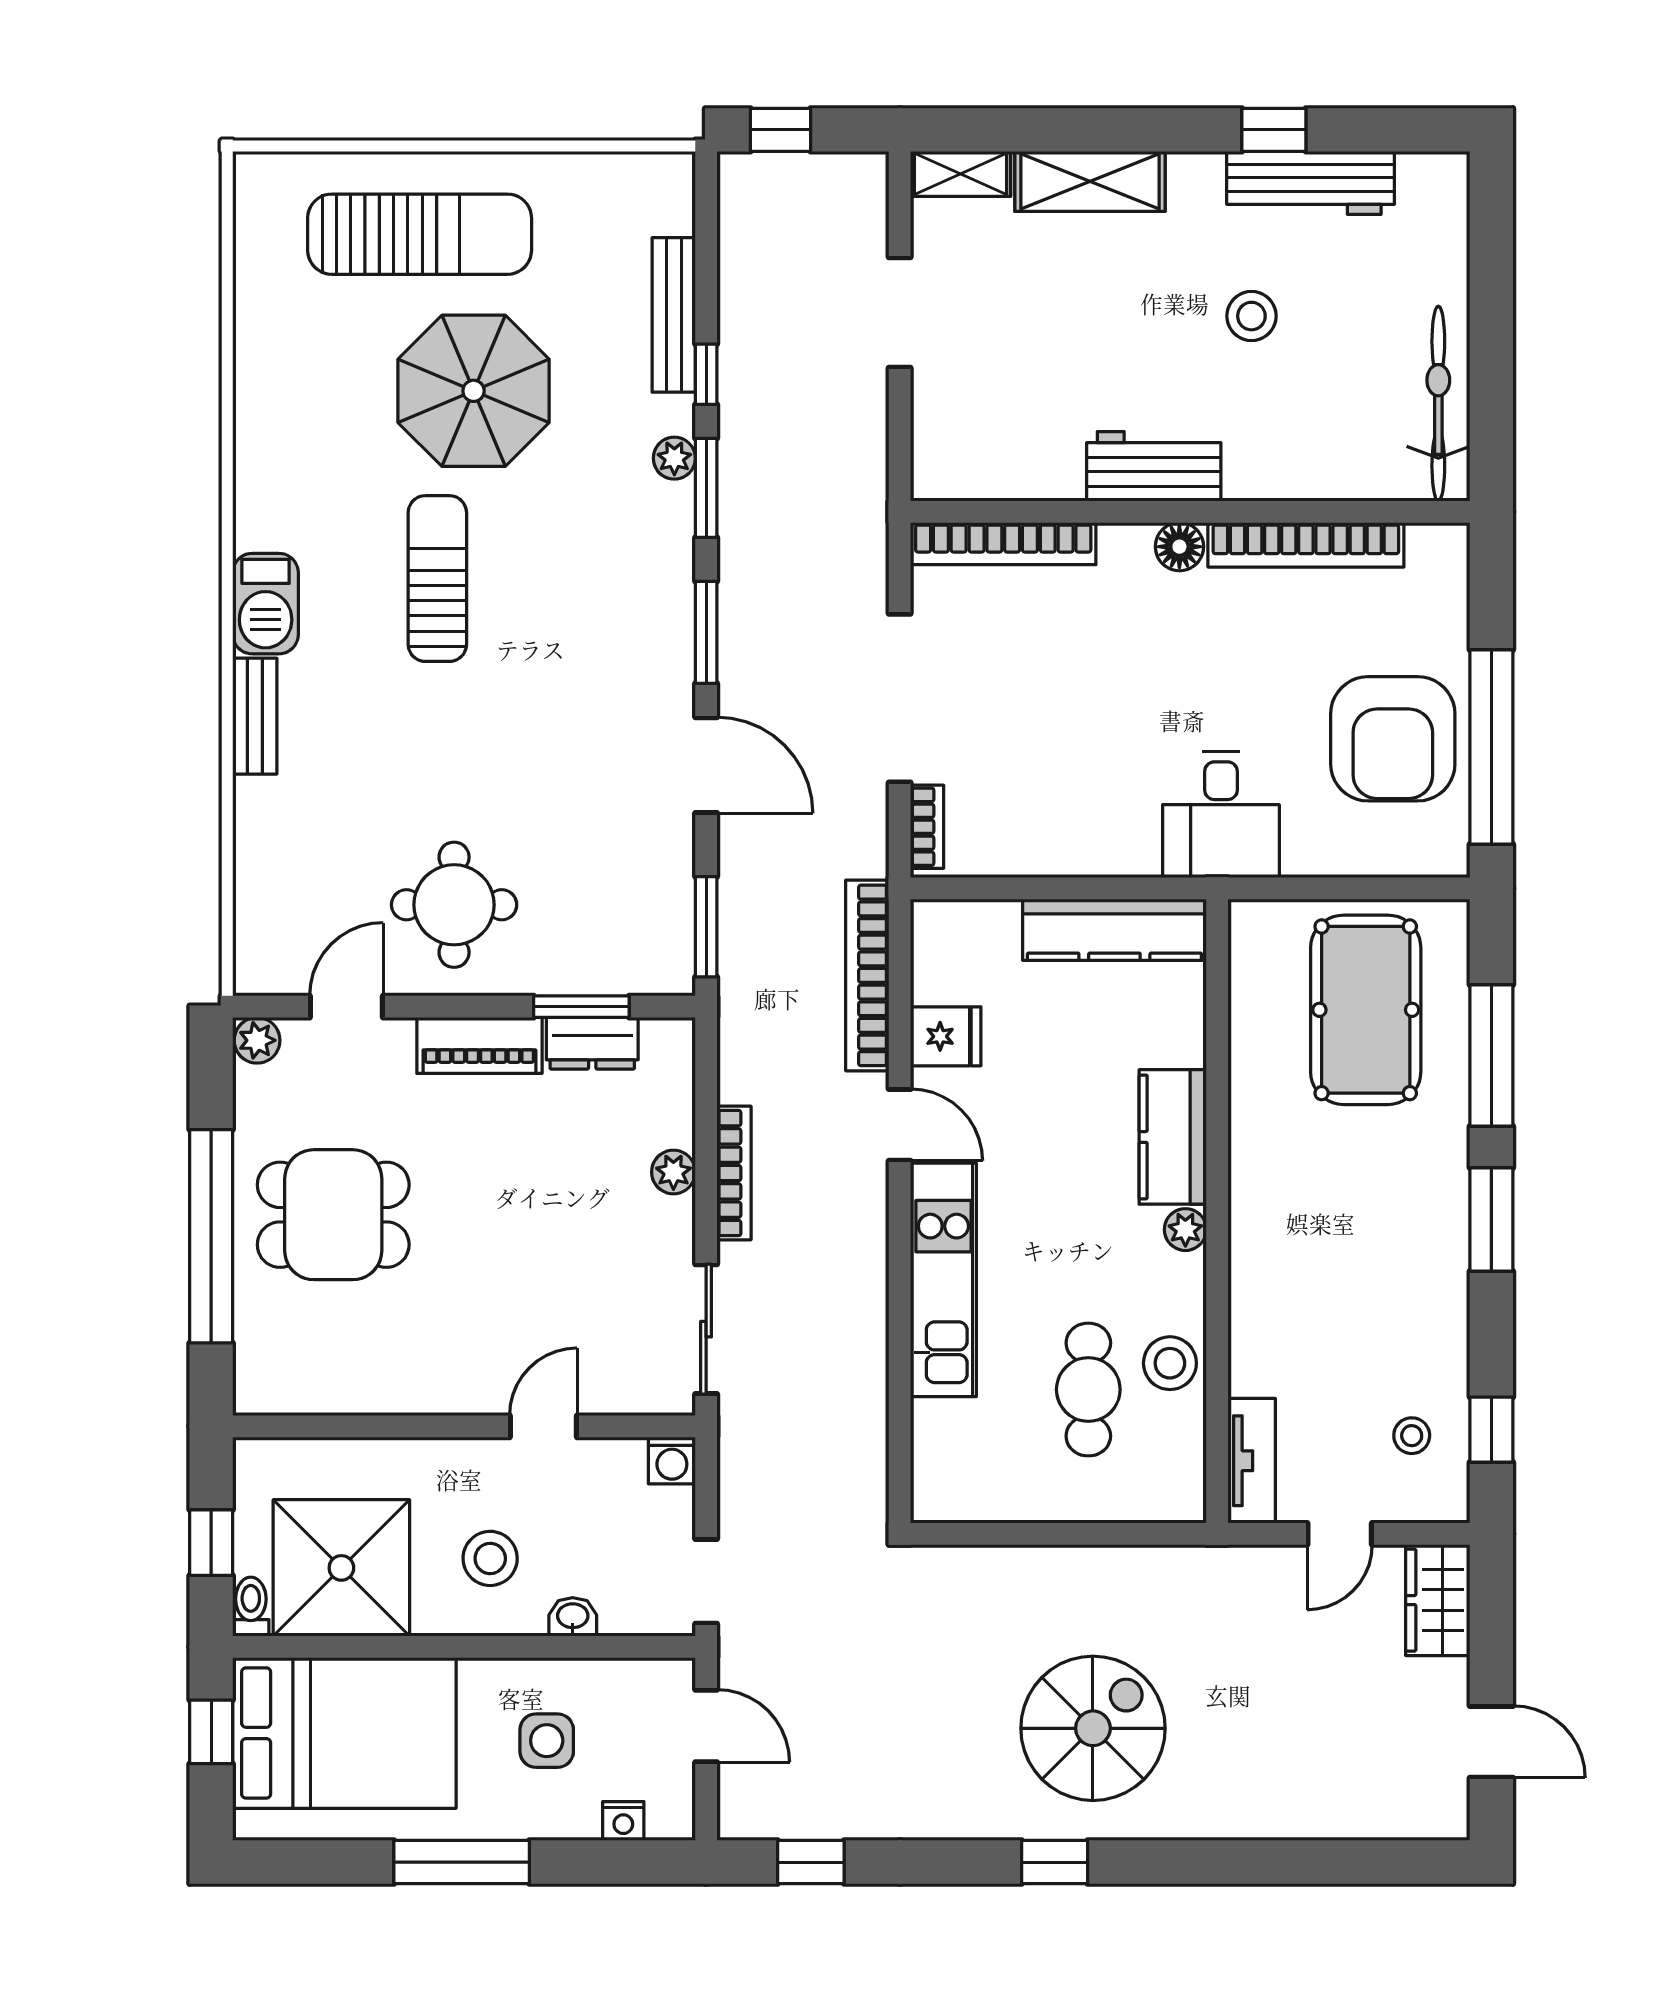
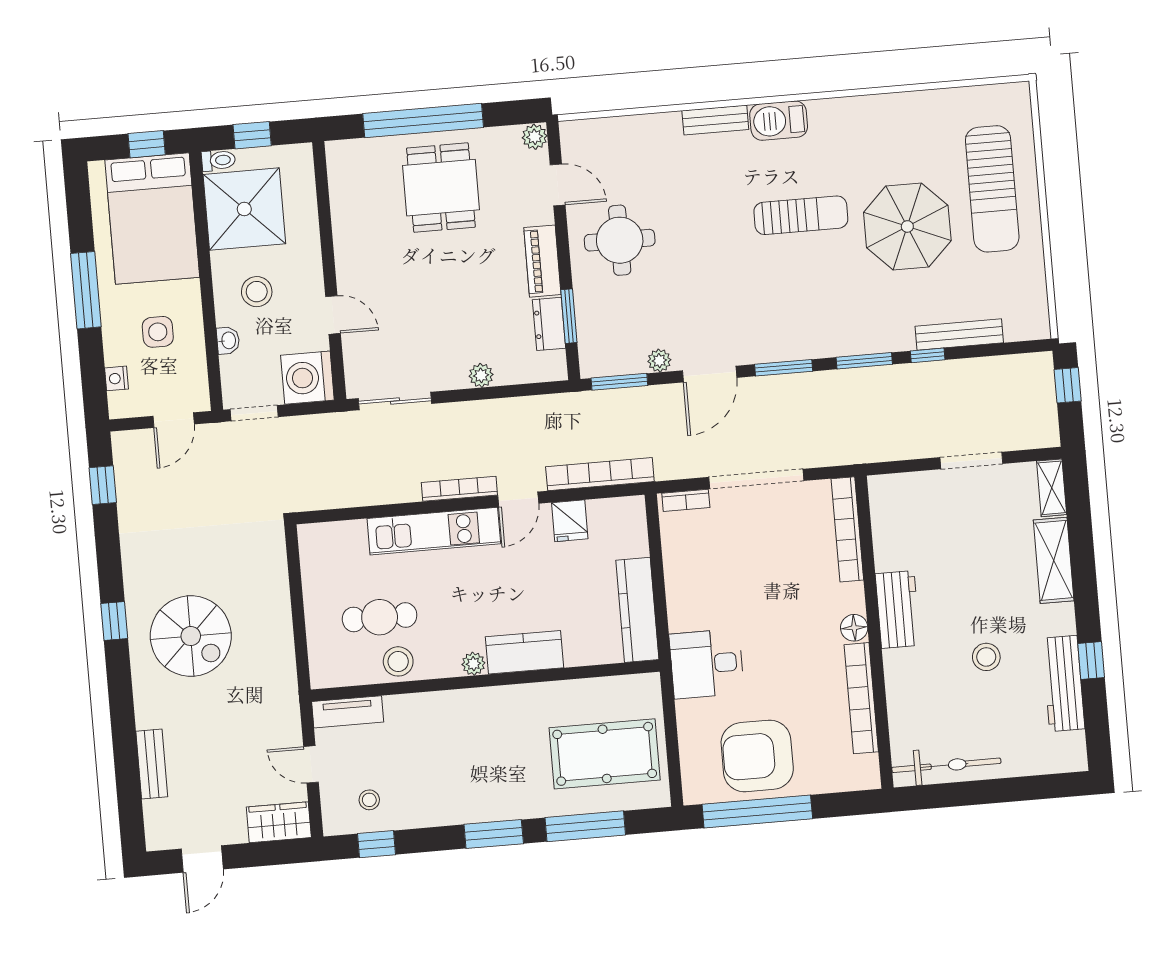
plant: (674, 458) -> (659, 361), moved
bookcase: (734, 1173) -> (459, 489), moved, turned 180
washing machine: (672, 1460) -> (307, 378), width x1.89, depth x1.89
bench: (1315, 1817) -> (152, 764), added

